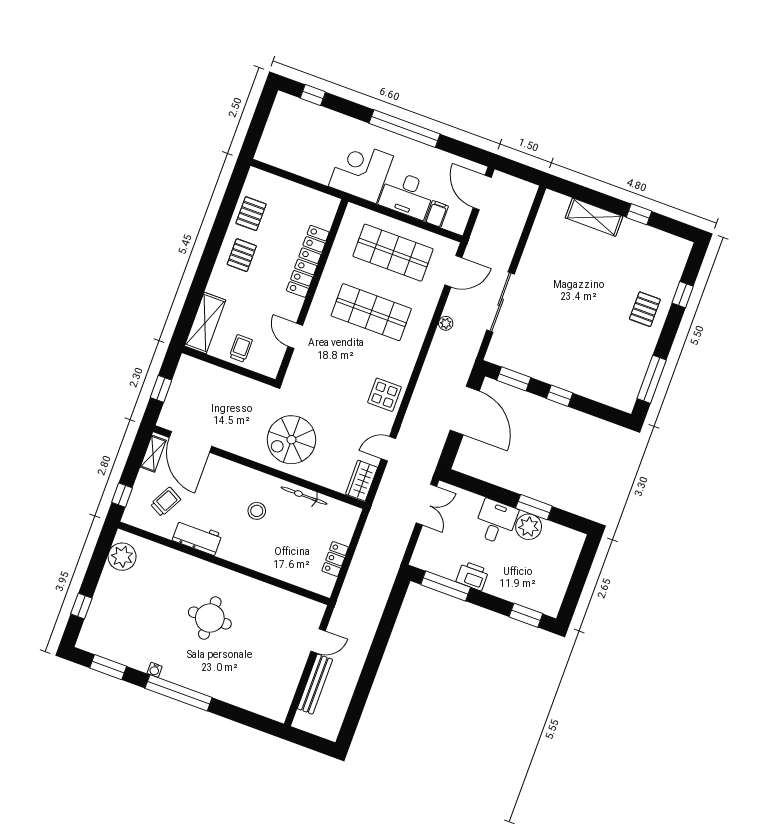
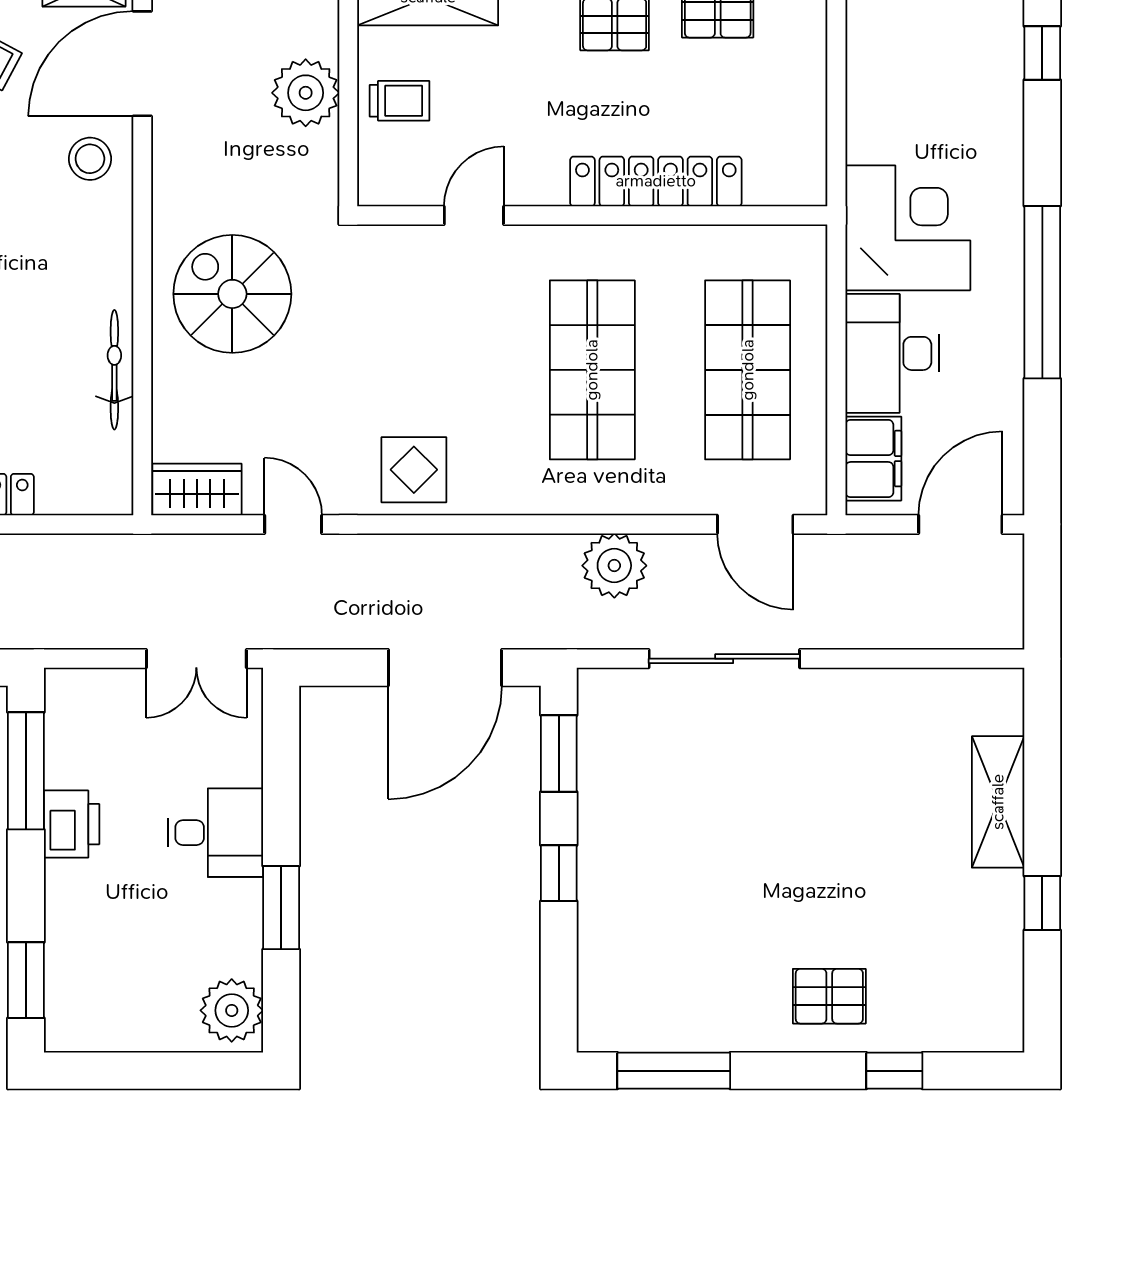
filing cabinet: (437, 214) -> (873, 459), width x2.00
plant: (446, 323) -> (614, 566), width x1.87, depth x1.87
plant: (225, 383) -> (306, 93), added
stool: (257, 511) -> (90, 159), moved
plant: (529, 527) -> (232, 1010), moved

